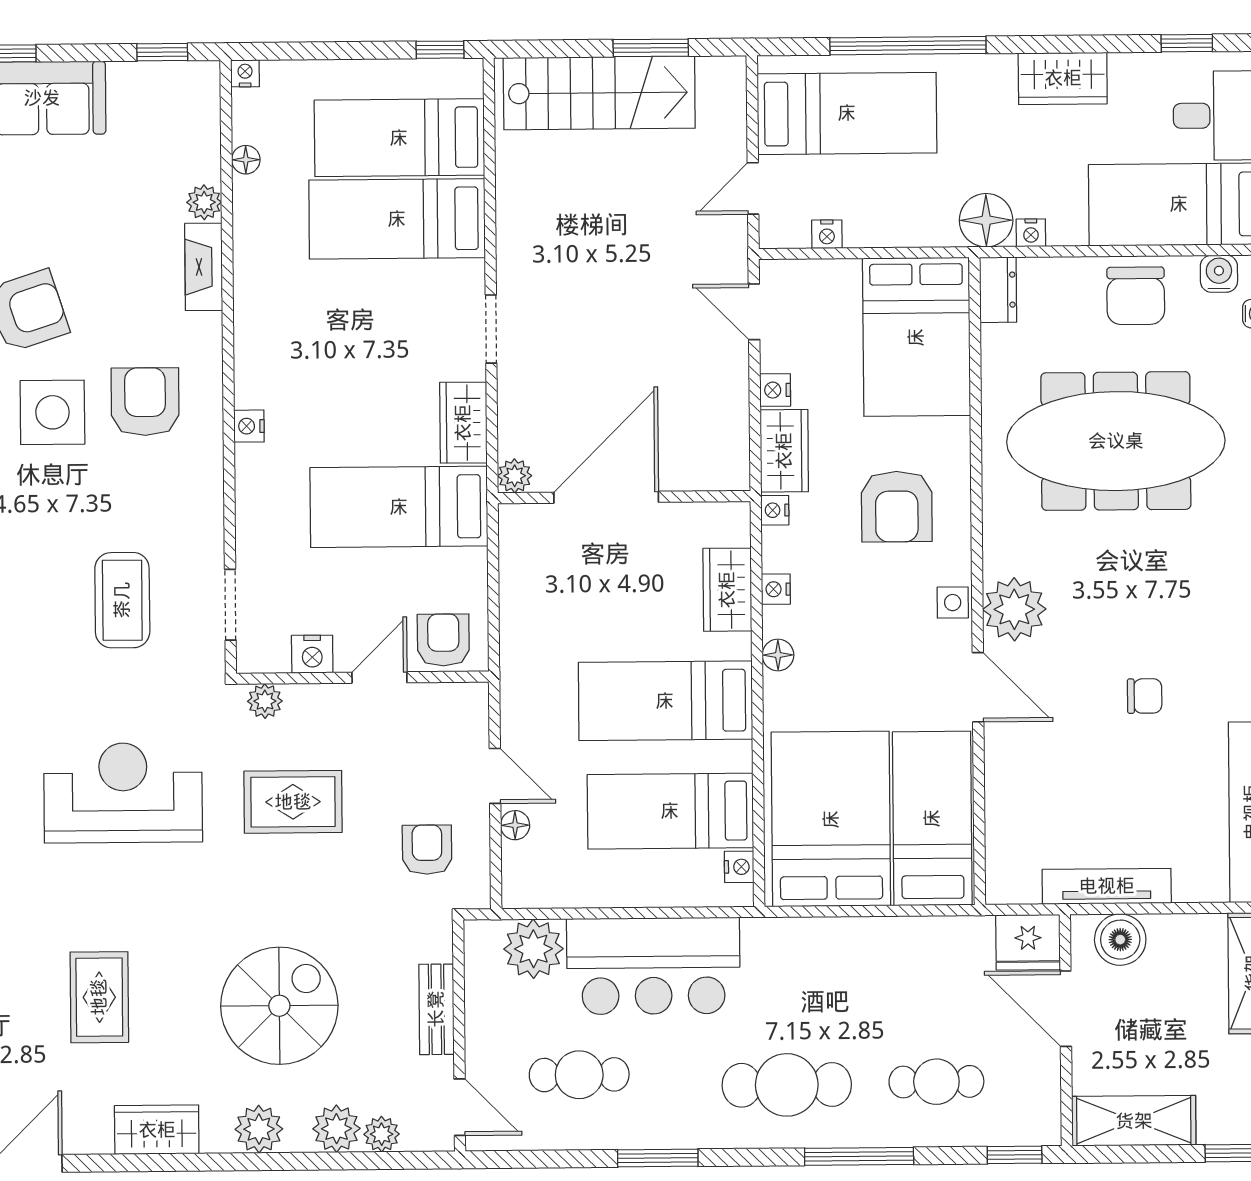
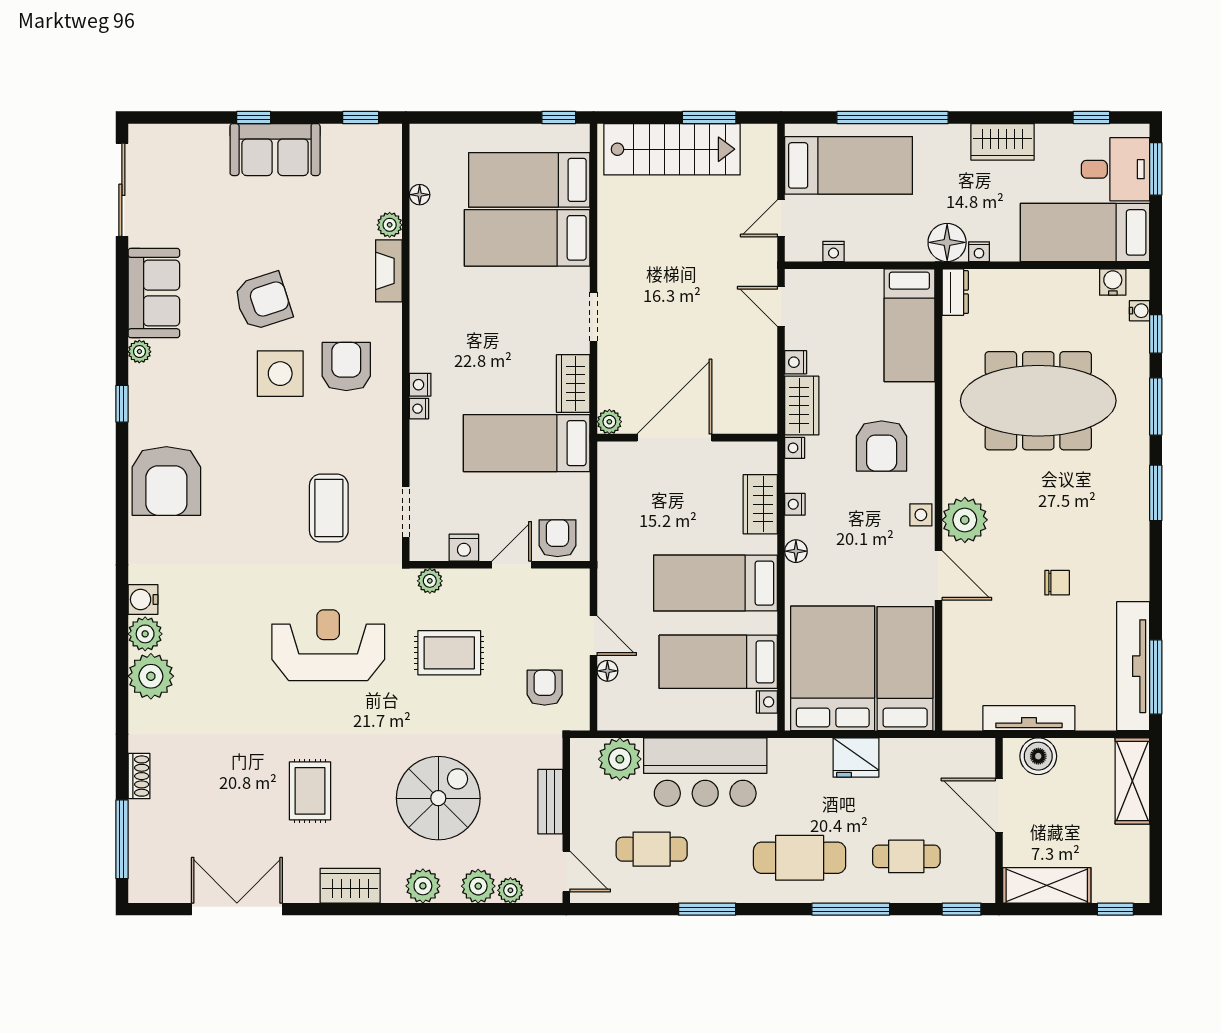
nightstand: (245, 73) -> (419, 409), moved, turned -90
chair: (1136, 296) -> (1053, 297), removed
bed: (916, 337) -> (909, 325), width x0.67
fridge: (1028, 942) -> (856, 757), moved

